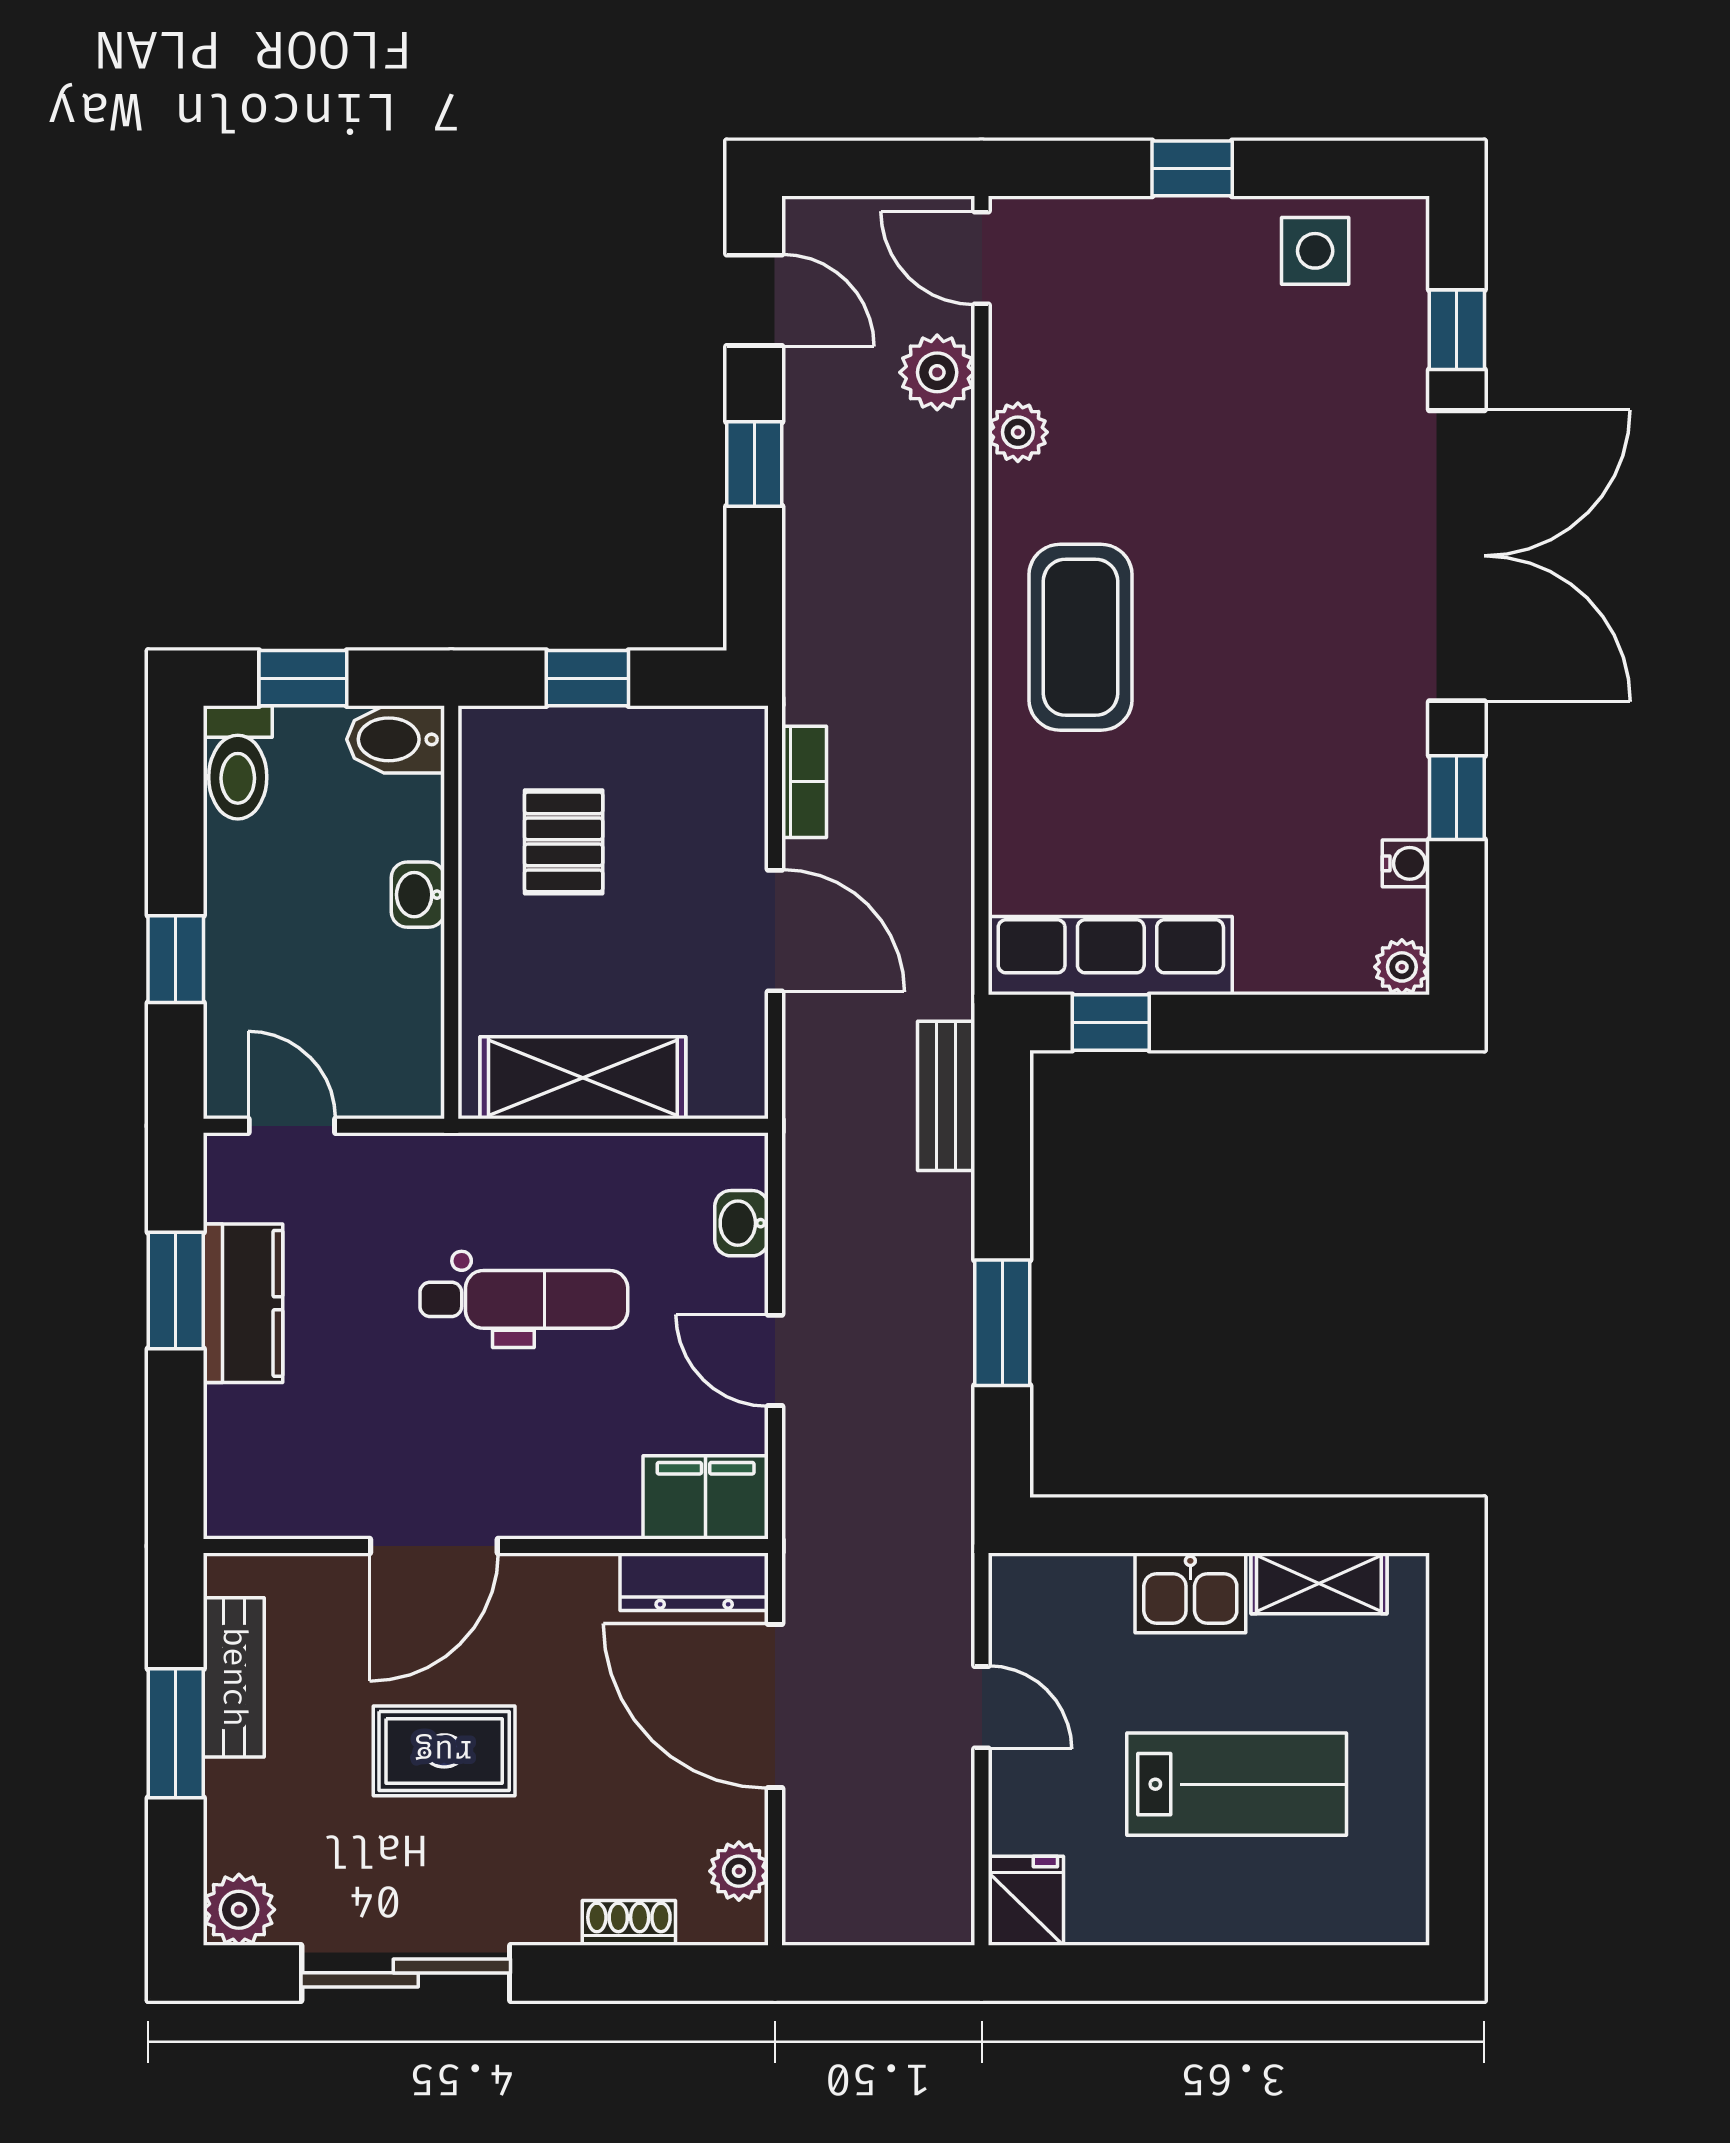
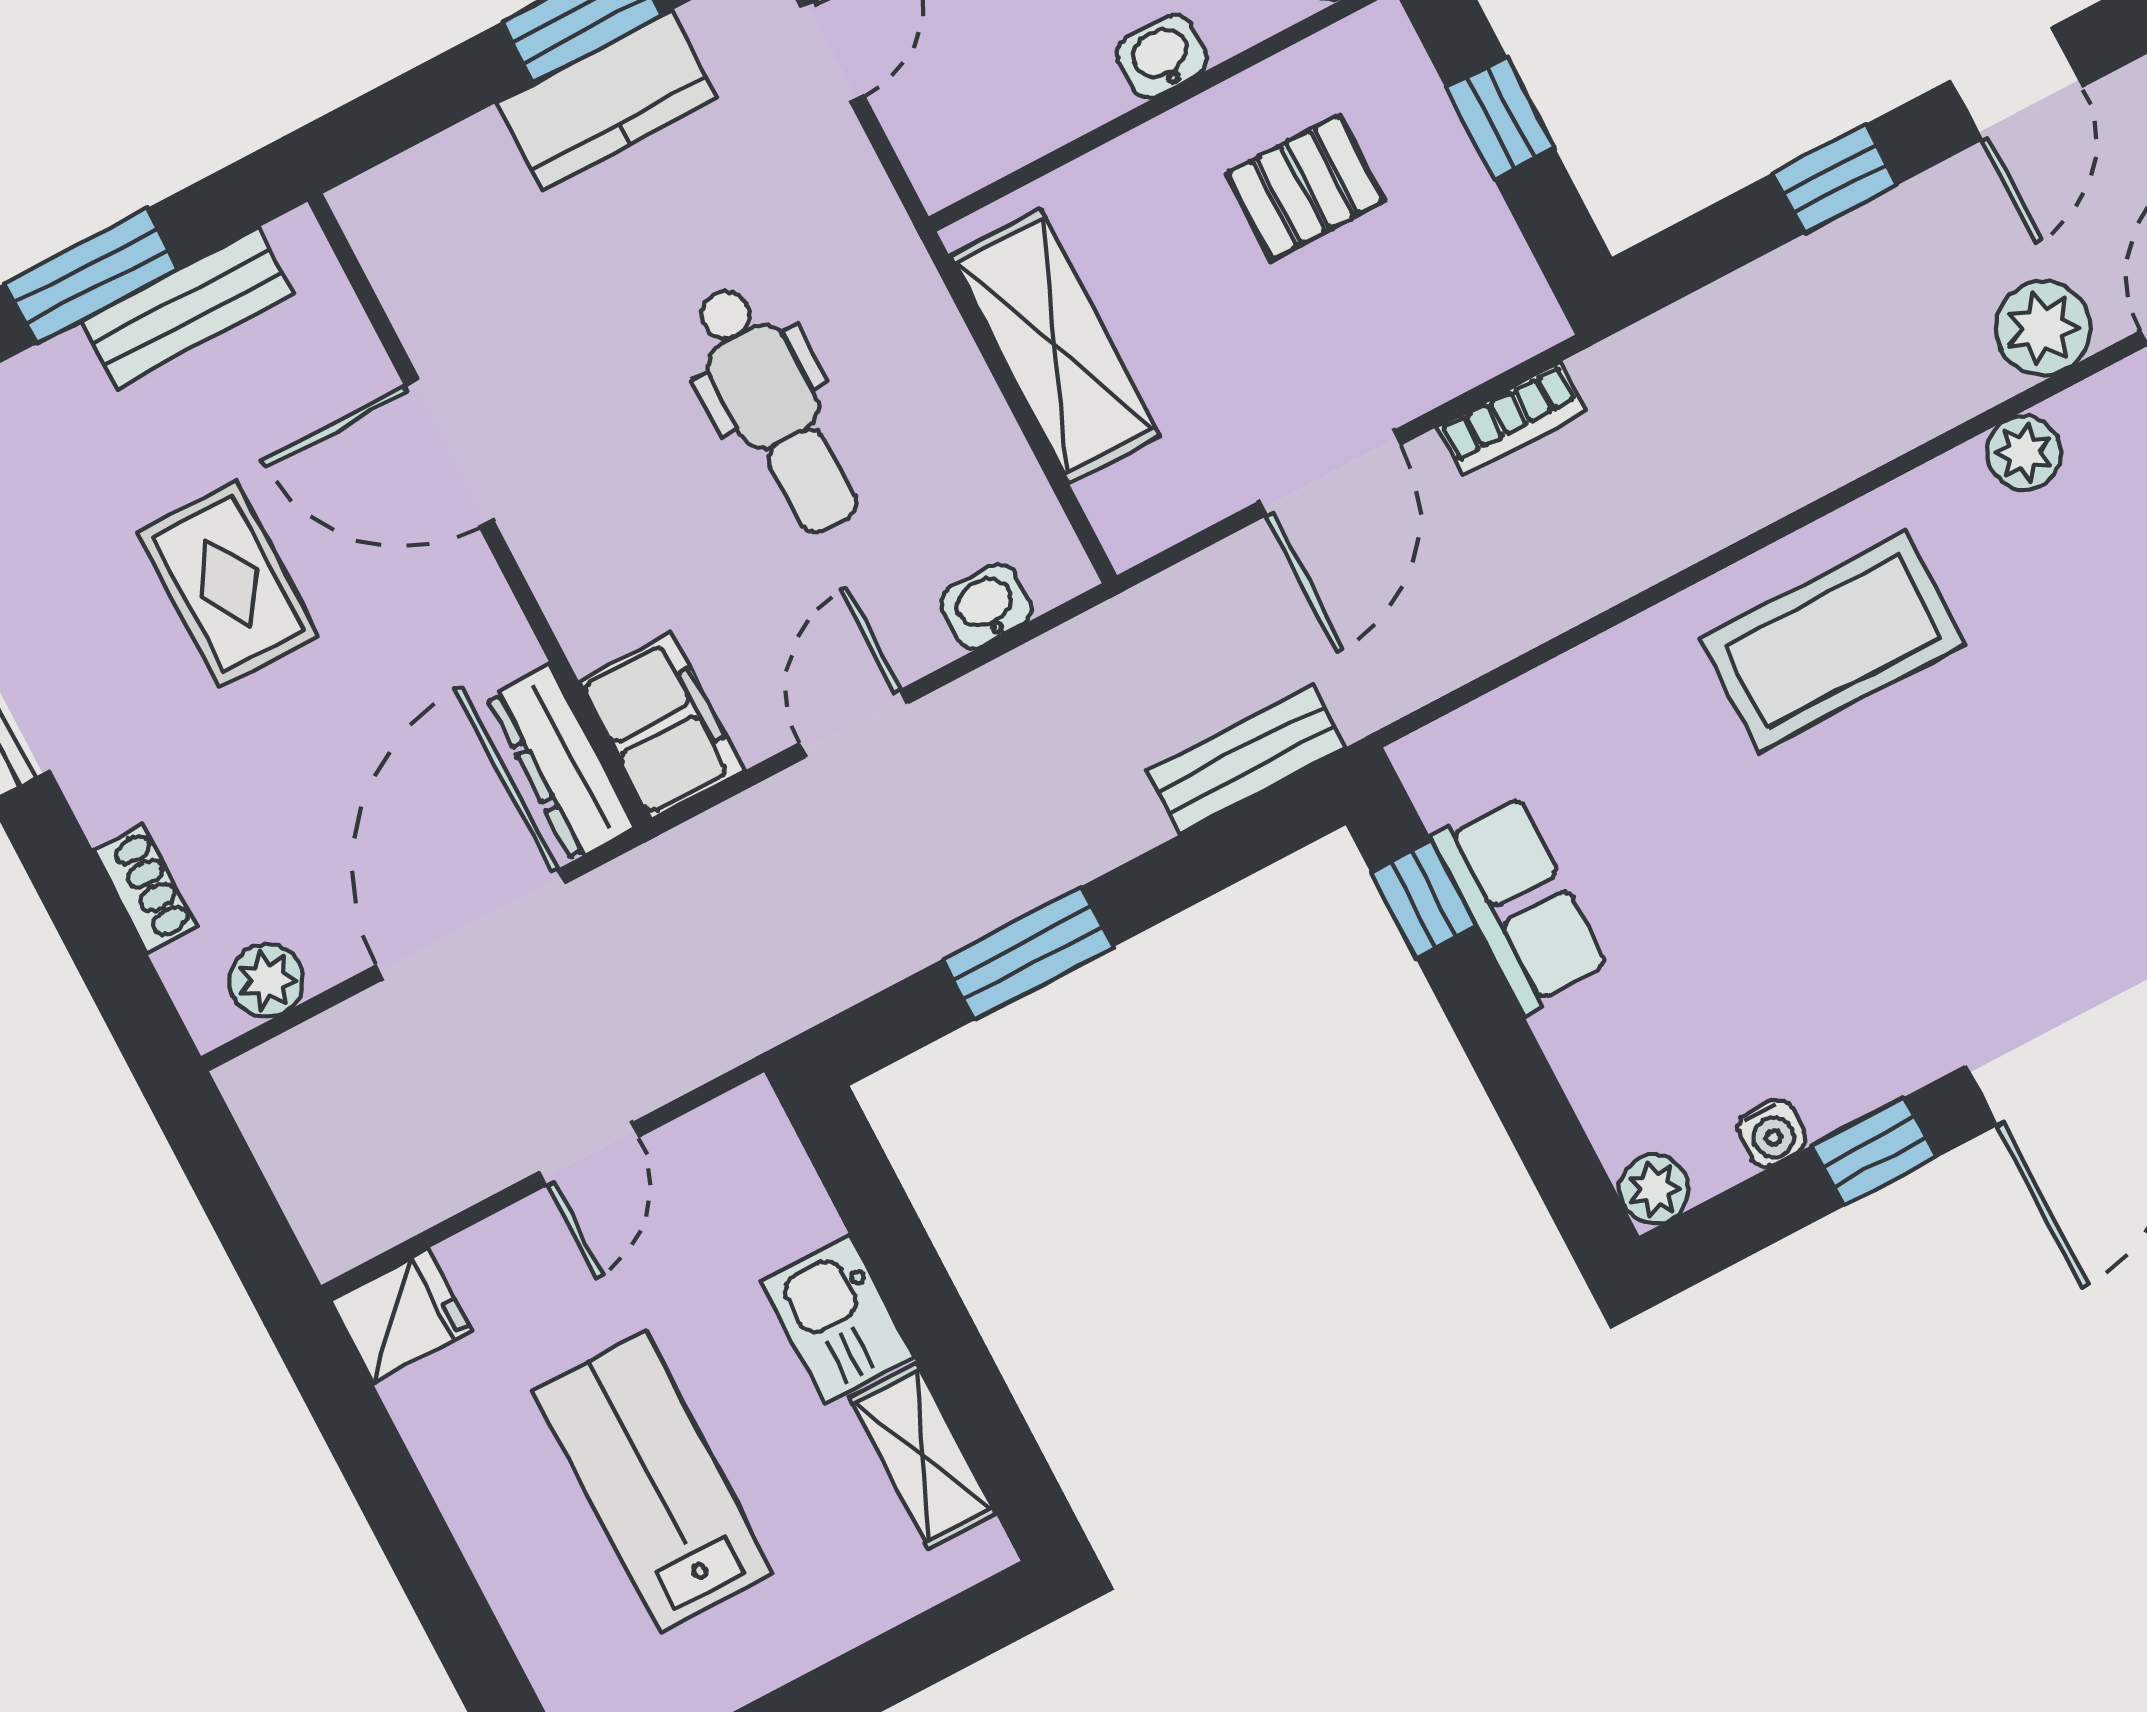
row of seats: (1111, 956) -> (1520, 904), width x0.68
lab bench: (1237, 1784) -> (652, 1482), turned 180

